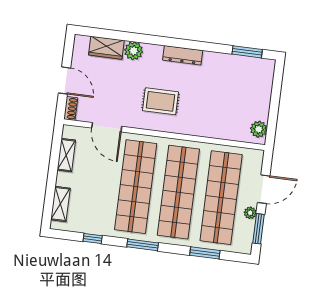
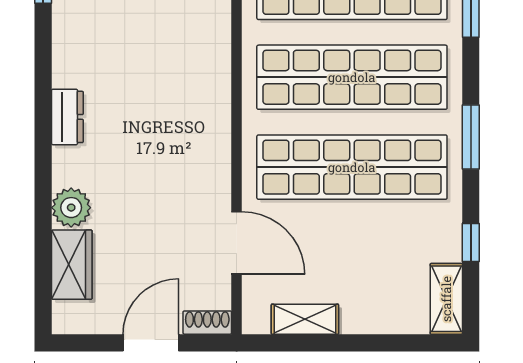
dresser: (183, 55) -> (67, 117), width x0.70
rug: (160, 101) -> (169, 138), removed
door: (107, 127) -> (237, 243), hinge flipped
shelving: (60, 204) -> (446, 299), moved, turned 90

